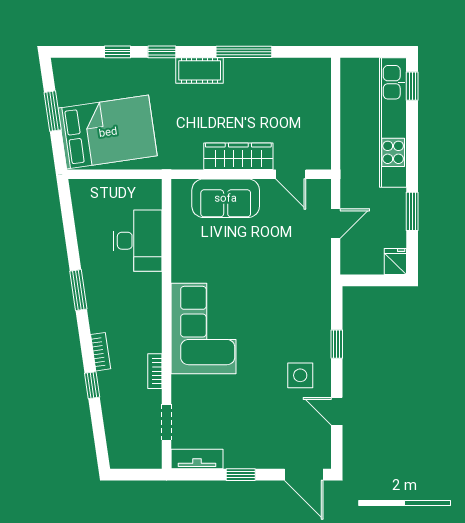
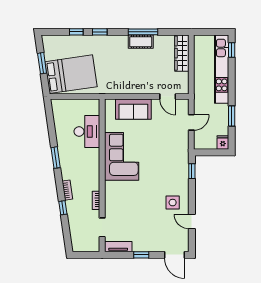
cot: (200, 70) -> (141, 42), moved
wardrobe: (238, 156) -> (182, 53), moved, turned -90
corner sofa: (203, 328) -> (122, 156), moved
window: (337, 344) -> (192, 171), moved

